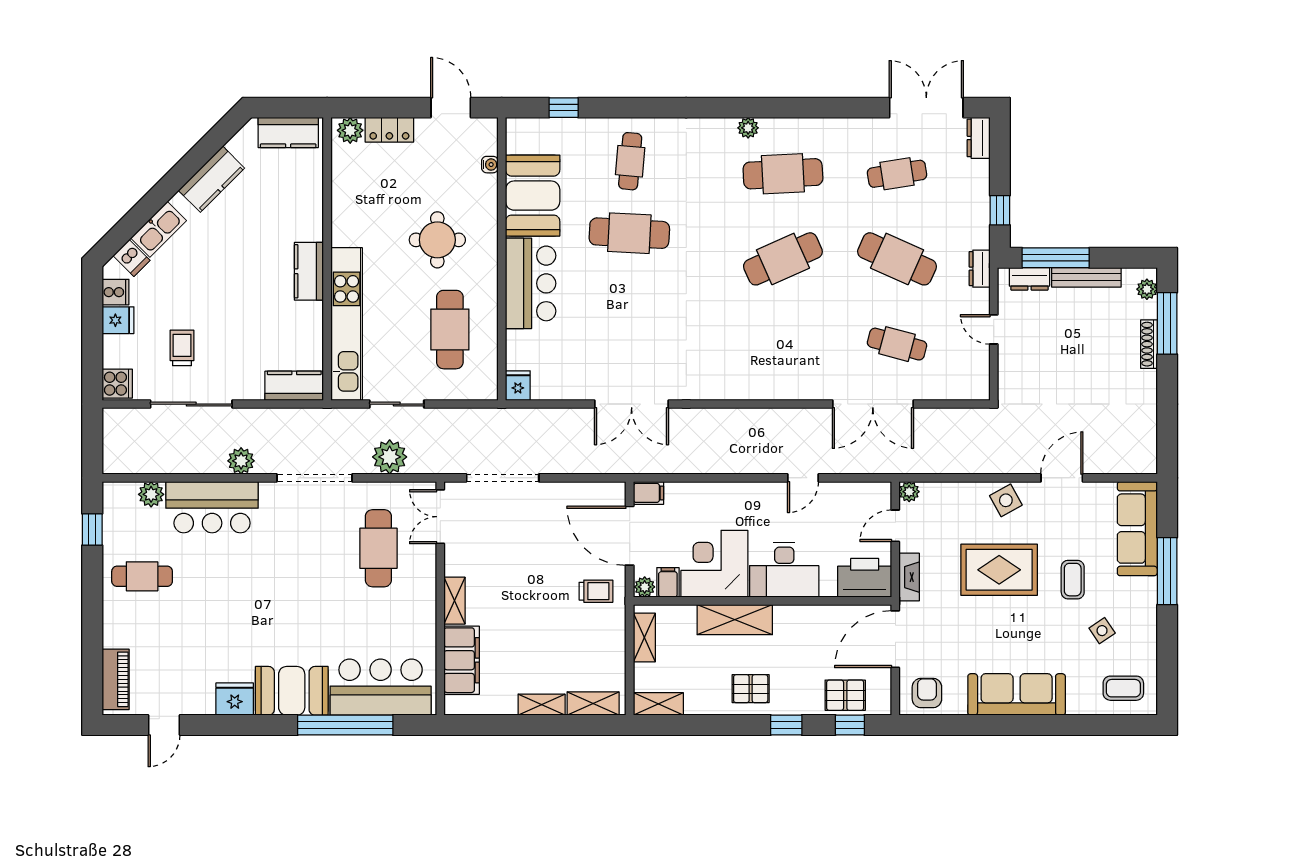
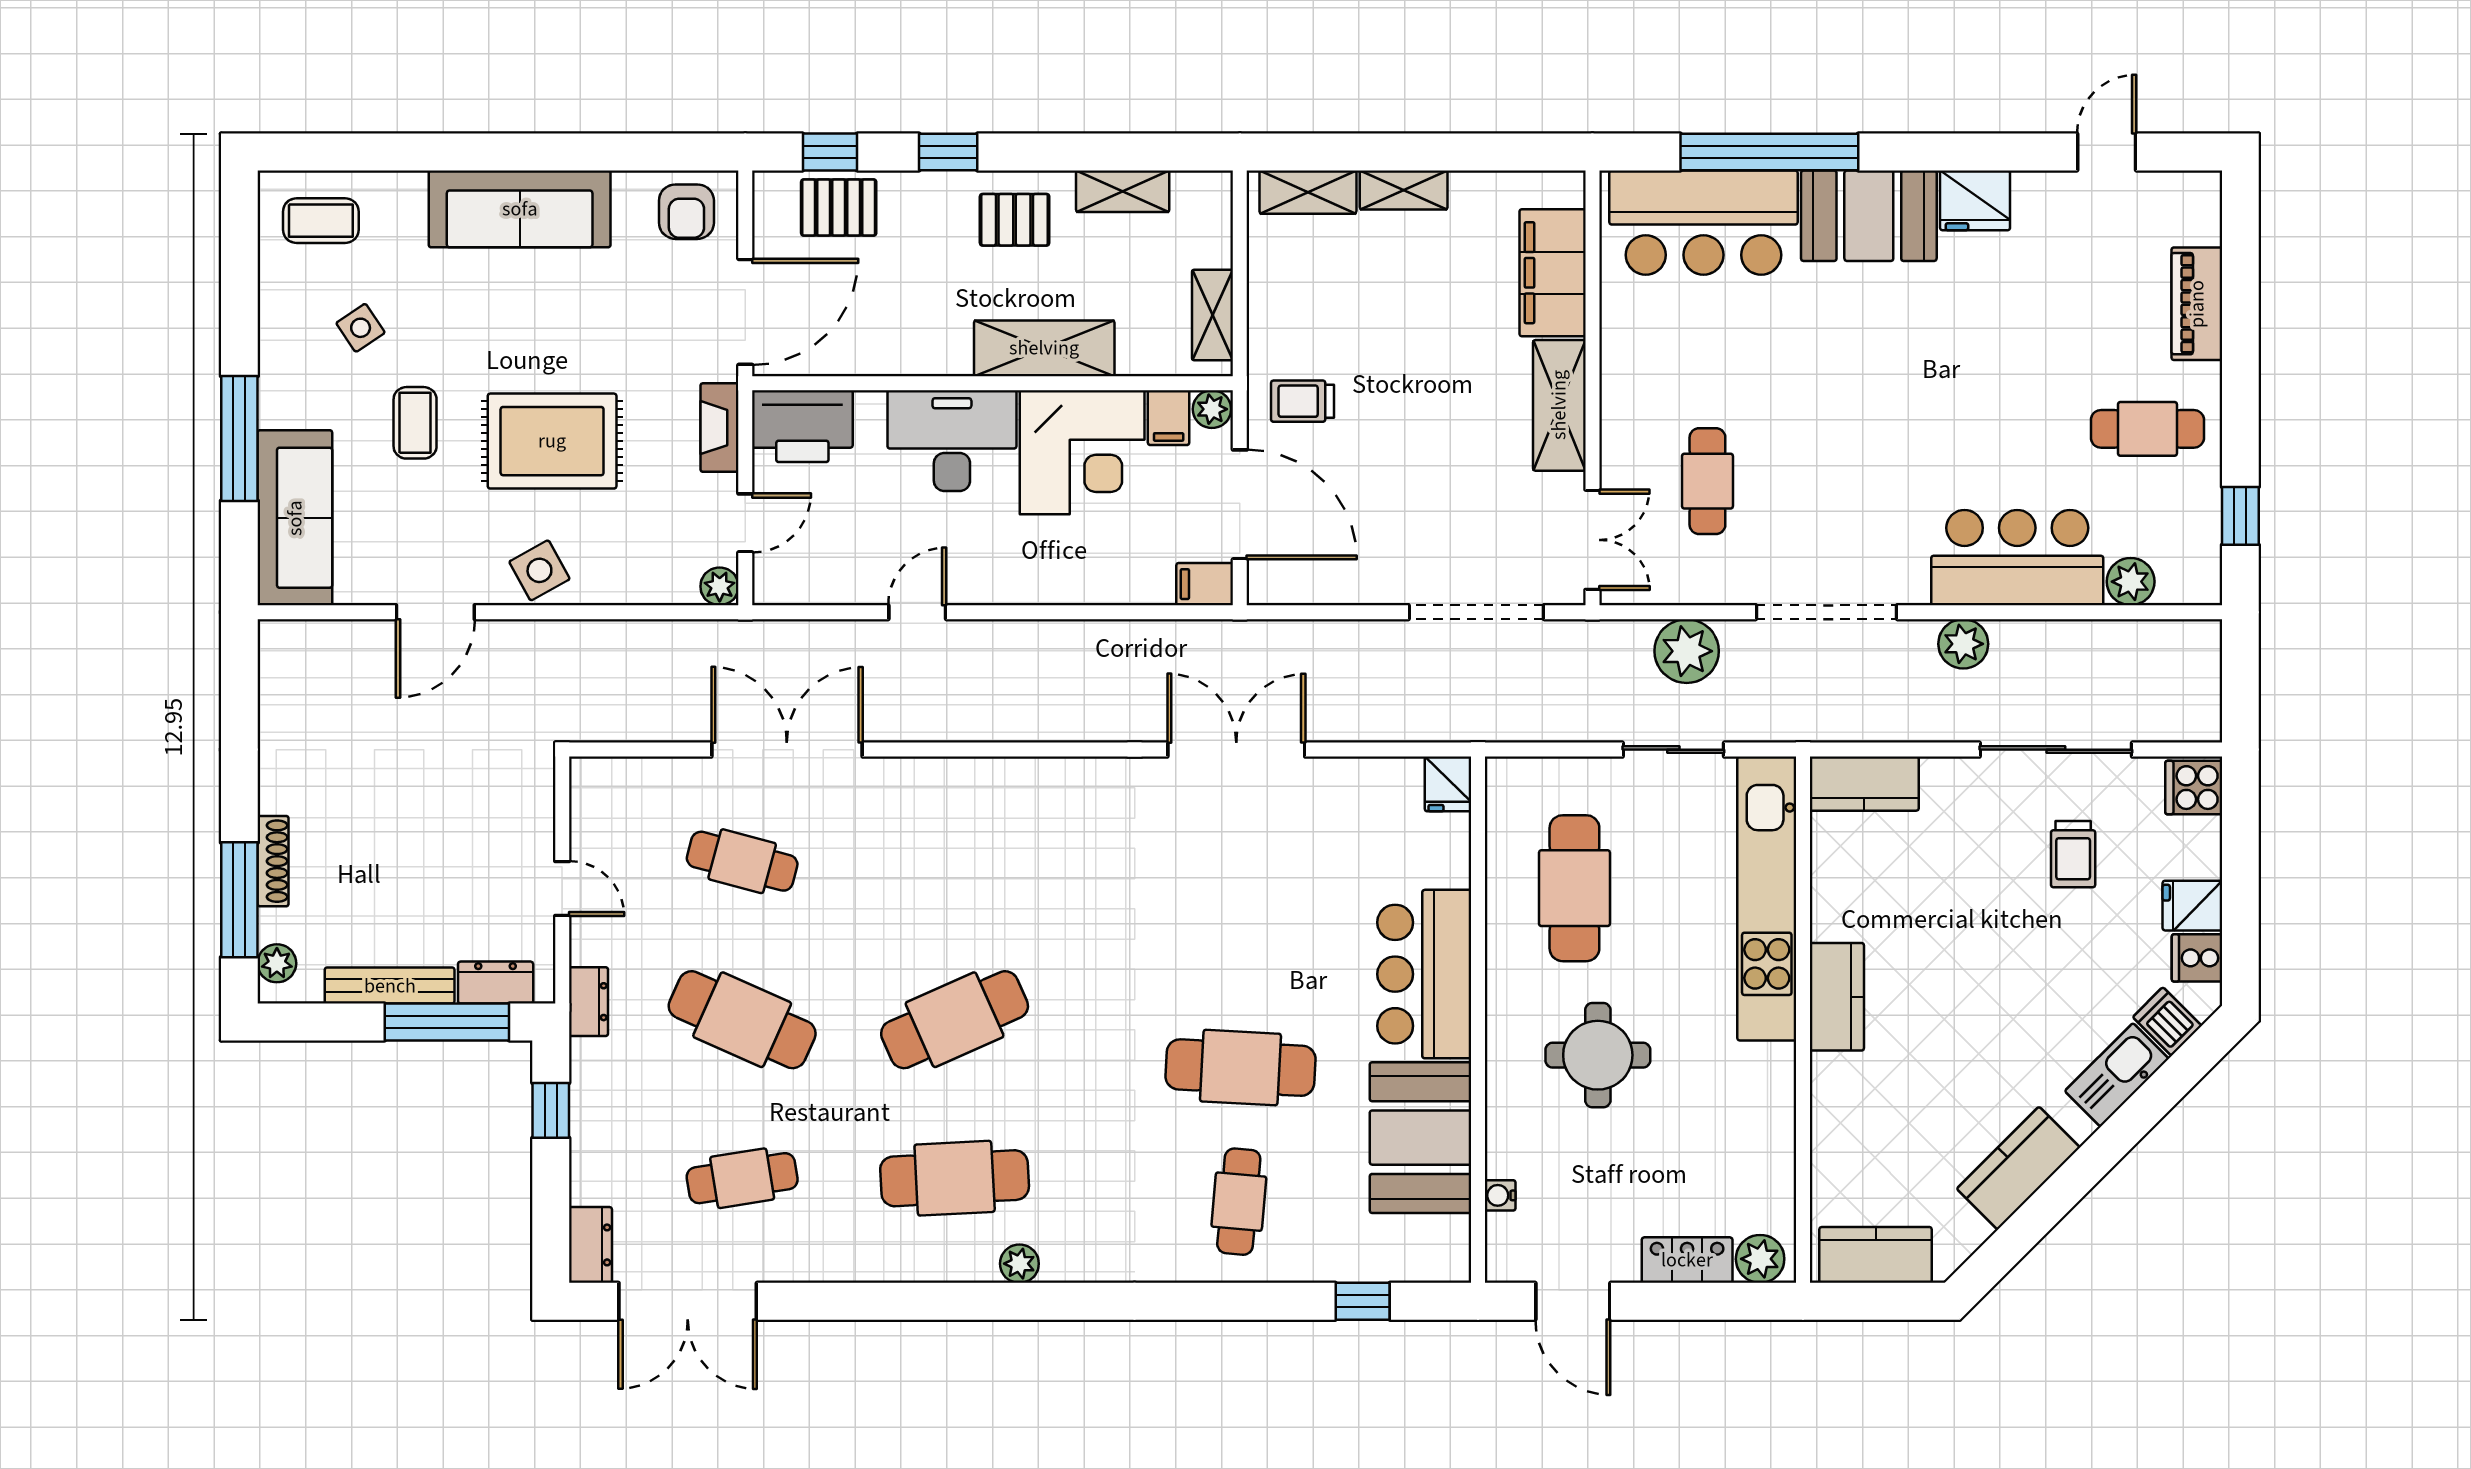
cafe table: (378, 548) -> (1707, 481), width x0.73, depth x0.74
shelving: (454, 601) -> (1559, 405), width x1.50, depth x1.33
piano: (116, 679) -> (2197, 304), moved
shelving: (658, 704) -> (1123, 191), moved

